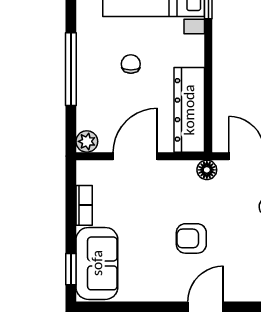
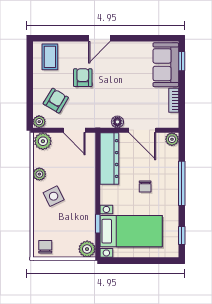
door: (135, 156) -> (142, 130), hinge flipped
floor lamp: (207, 170) -> (117, 122), moved
armchair: (191, 238) -> (83, 78), moved, turned -90

